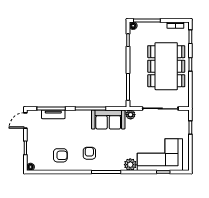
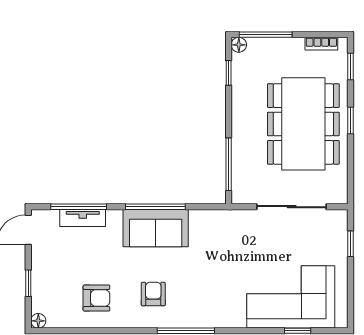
plant: (131, 115) -> (234, 219), removed
sofa: (108, 120) -> (156, 228), moved
plant: (130, 165) -> (233, 316), removed

